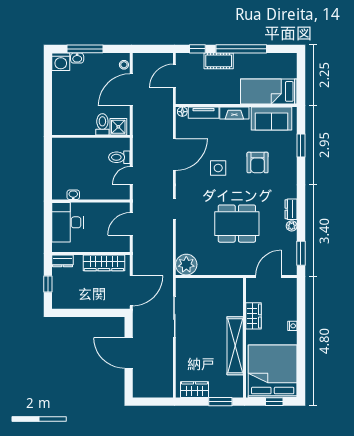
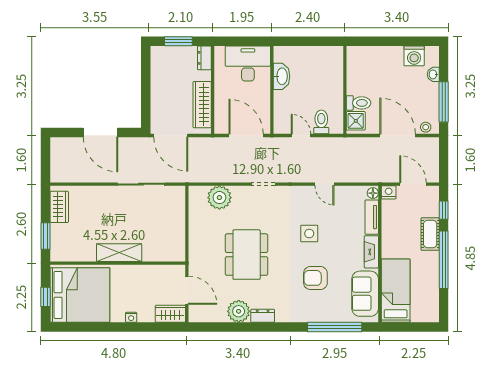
window: (85, 49) -> (444, 102), moved
washing machine: (61, 62) -> (414, 56), moved, turned -90
nightstand: (182, 98) -> (389, 192), added
window: (301, 146) -> (335, 327), width x2.11
door: (174, 154) -> (324, 184), width x0.53
washbasin: (73, 195) -> (282, 76), width x1.91, depth x1.45
door: (131, 224) -> (246, 135), width x1.36
plant: (292, 226) -> (239, 311), width x1.88, depth x1.88
window: (301, 253) -> (213, 327), removed
plant: (186, 265) -> (219, 198), moved
window: (48, 284) -> (178, 41), width x1.50
wardrobe: (253, 316) -> (170, 314), moved, turned 180
shelving: (235, 346) -> (119, 253), width x0.68
door: (129, 353) -> (101, 132), swing flipped

